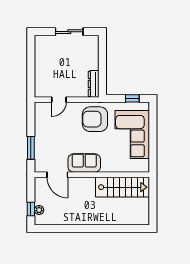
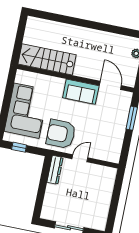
door: (59, 100) -> (80, 158), moved
armchair: (95, 119) -> (61, 134), turned 180

